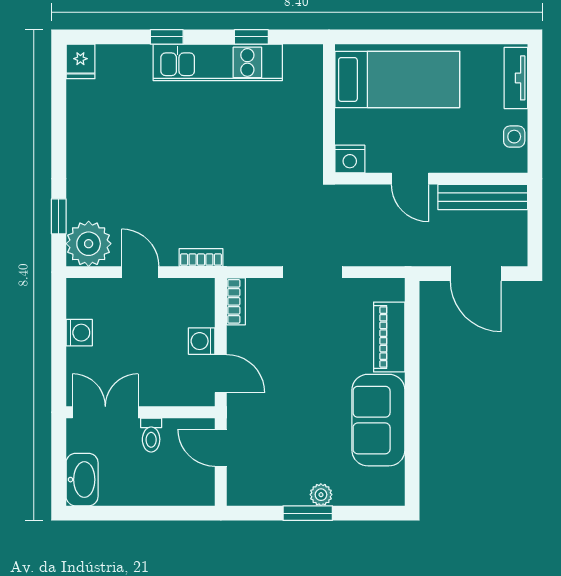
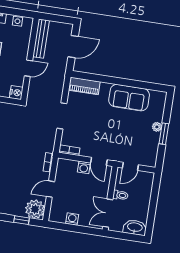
piano: (389, 337) -> (84, 86), moved
door: (221, 374) -> (99, 161), swing flipped

